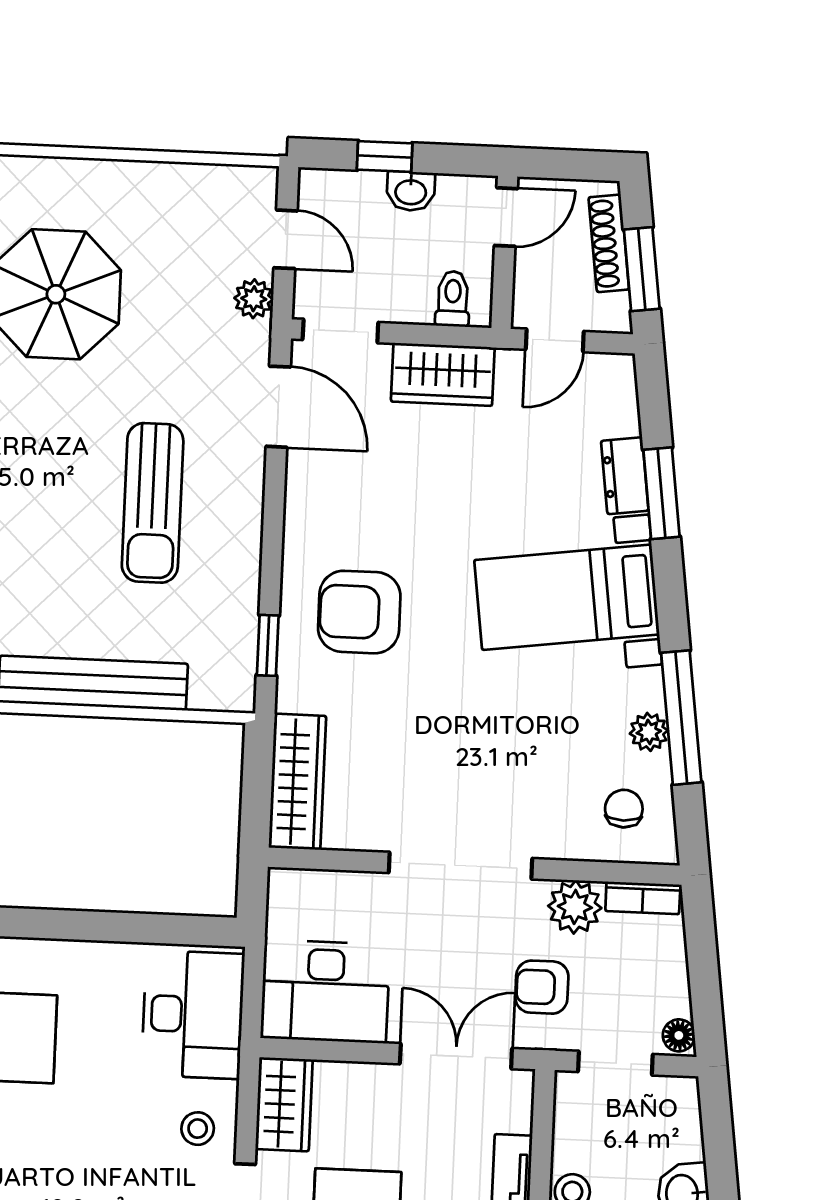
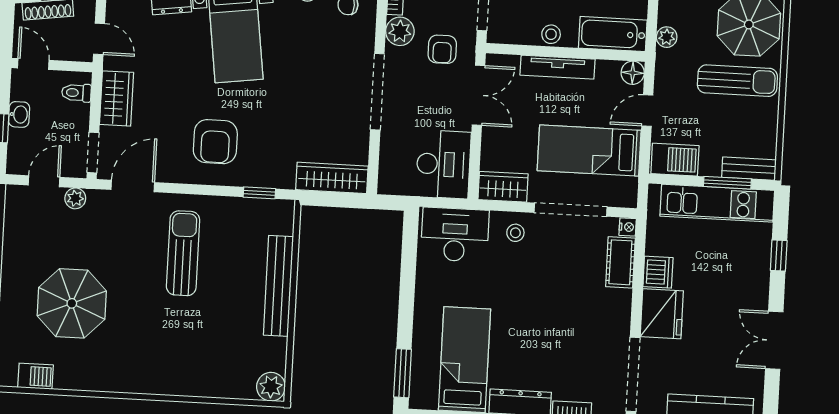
sun lounger: (153, 503) -> (183, 253), turned -90
armchair: (359, 612) -> (215, 142), moved
double door: (456, 1056) -> (478, 95), swing flipped

